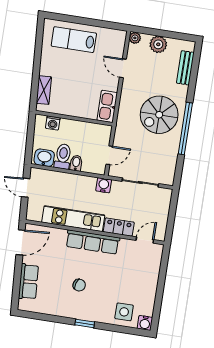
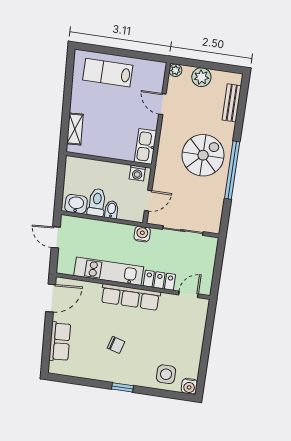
spiral stairs: (159, 115) -> (203, 155), turned 180
washing machine: (53, 123) -> (137, 173), moved

